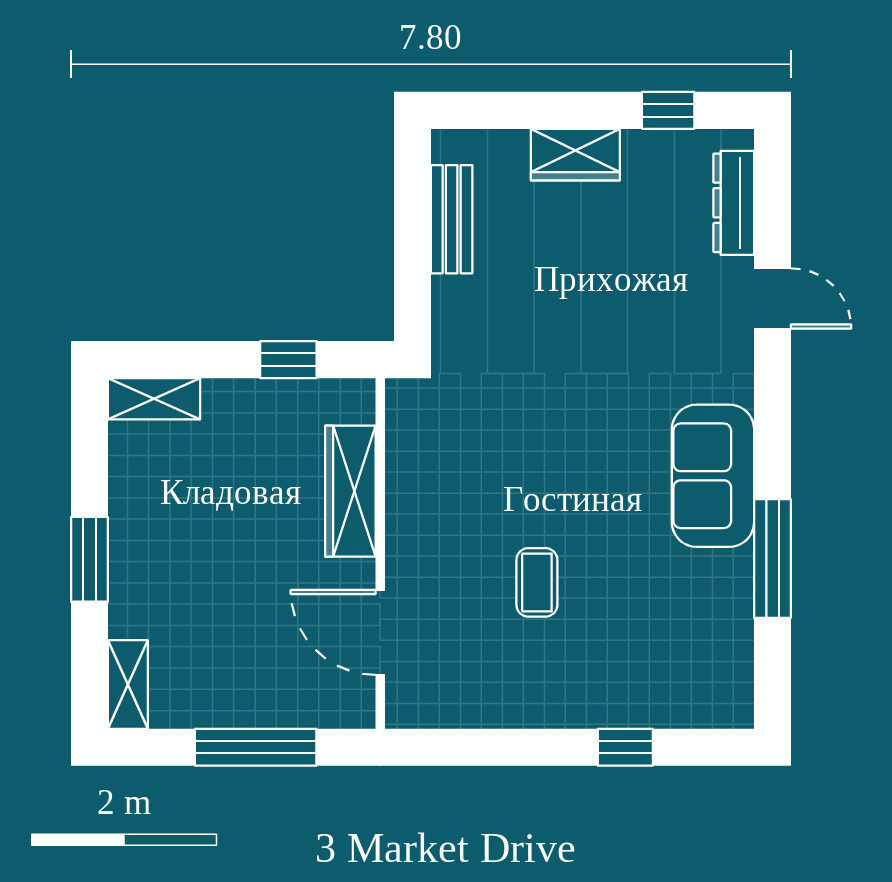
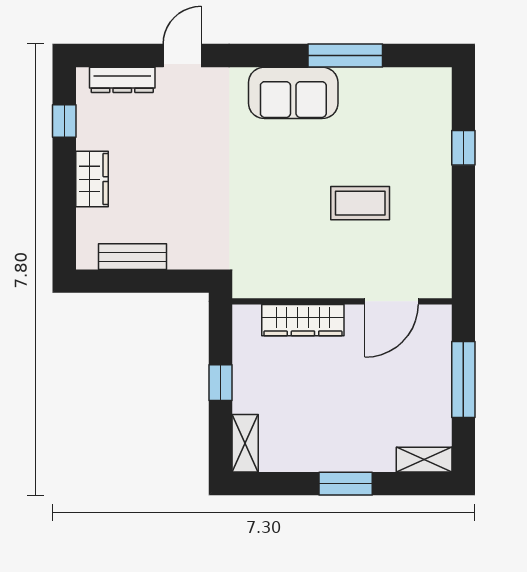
window: (288, 360) -> (220, 383), moved
coffee table: (537, 582) -> (360, 203), width x1.36, depth x1.30

